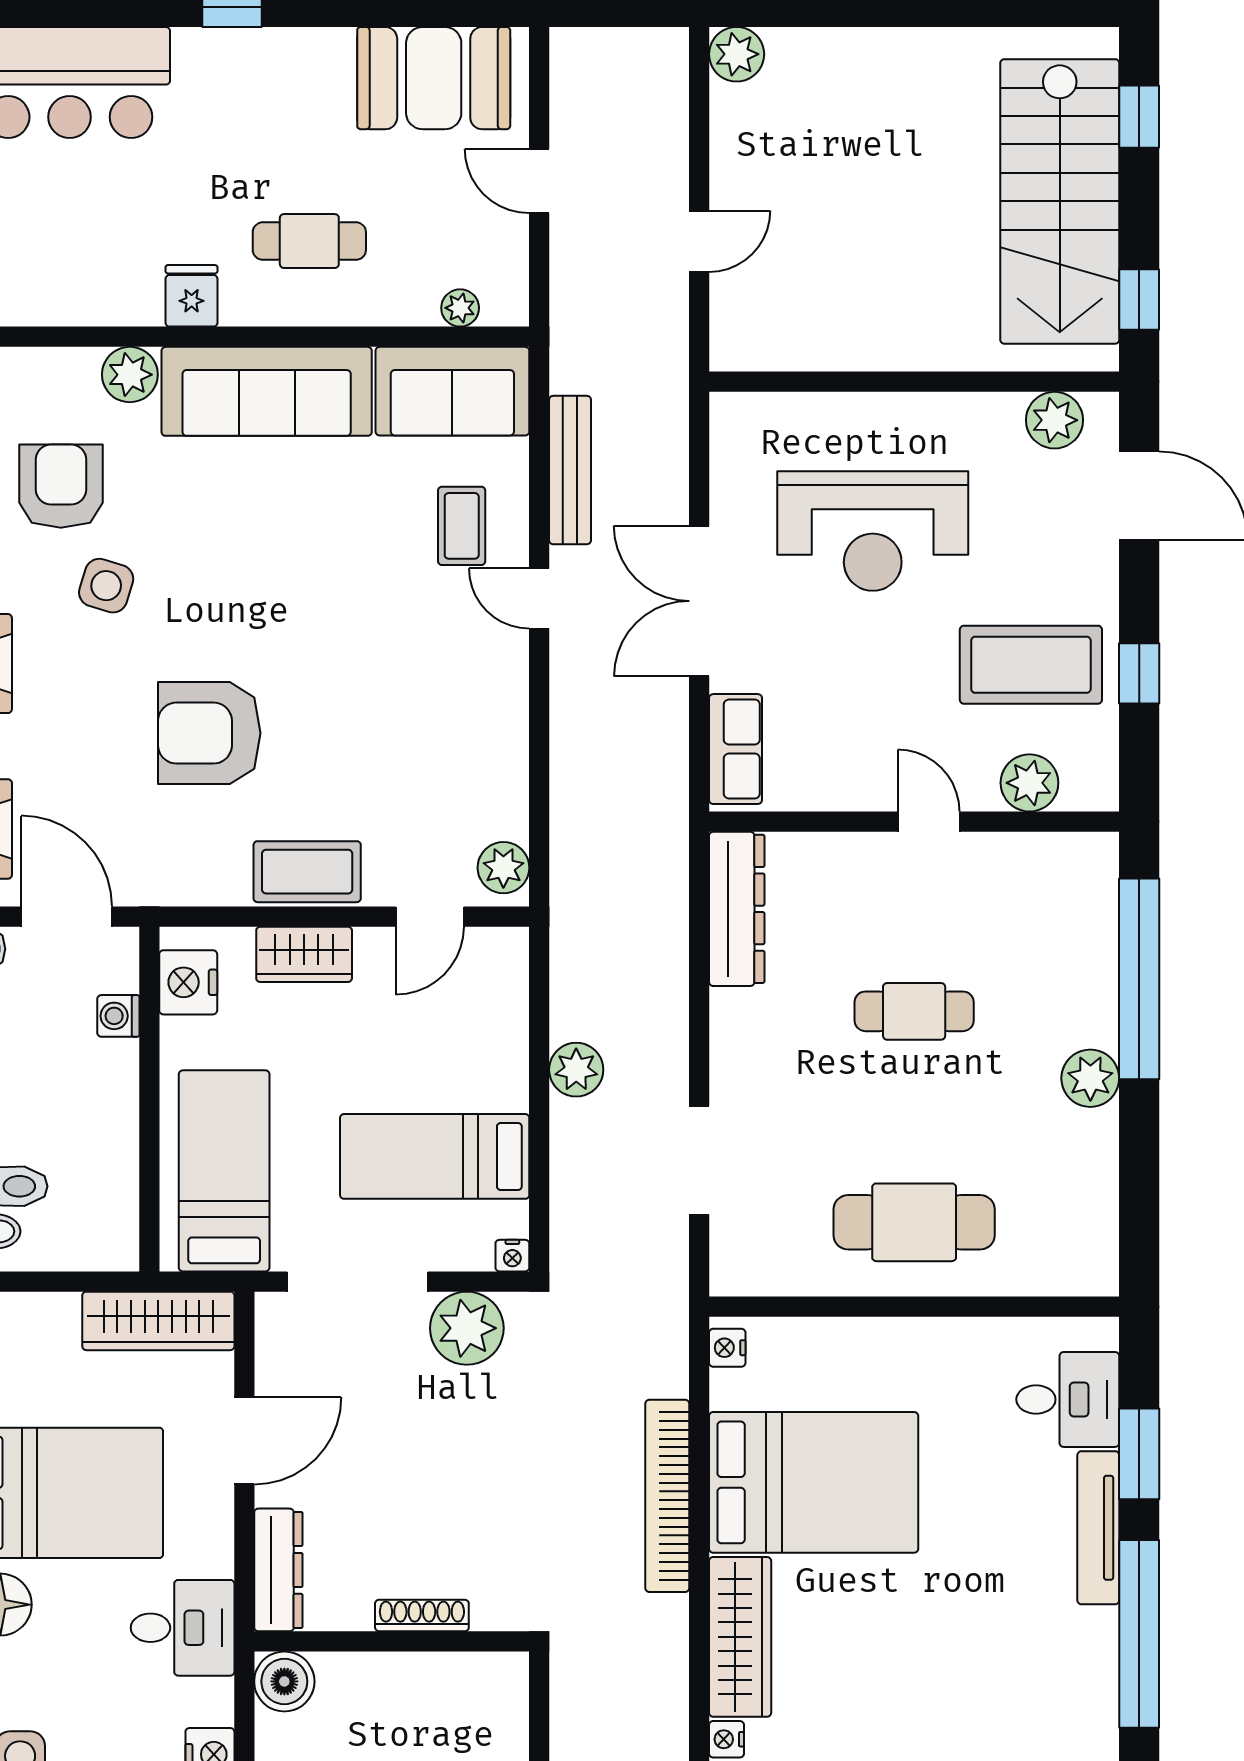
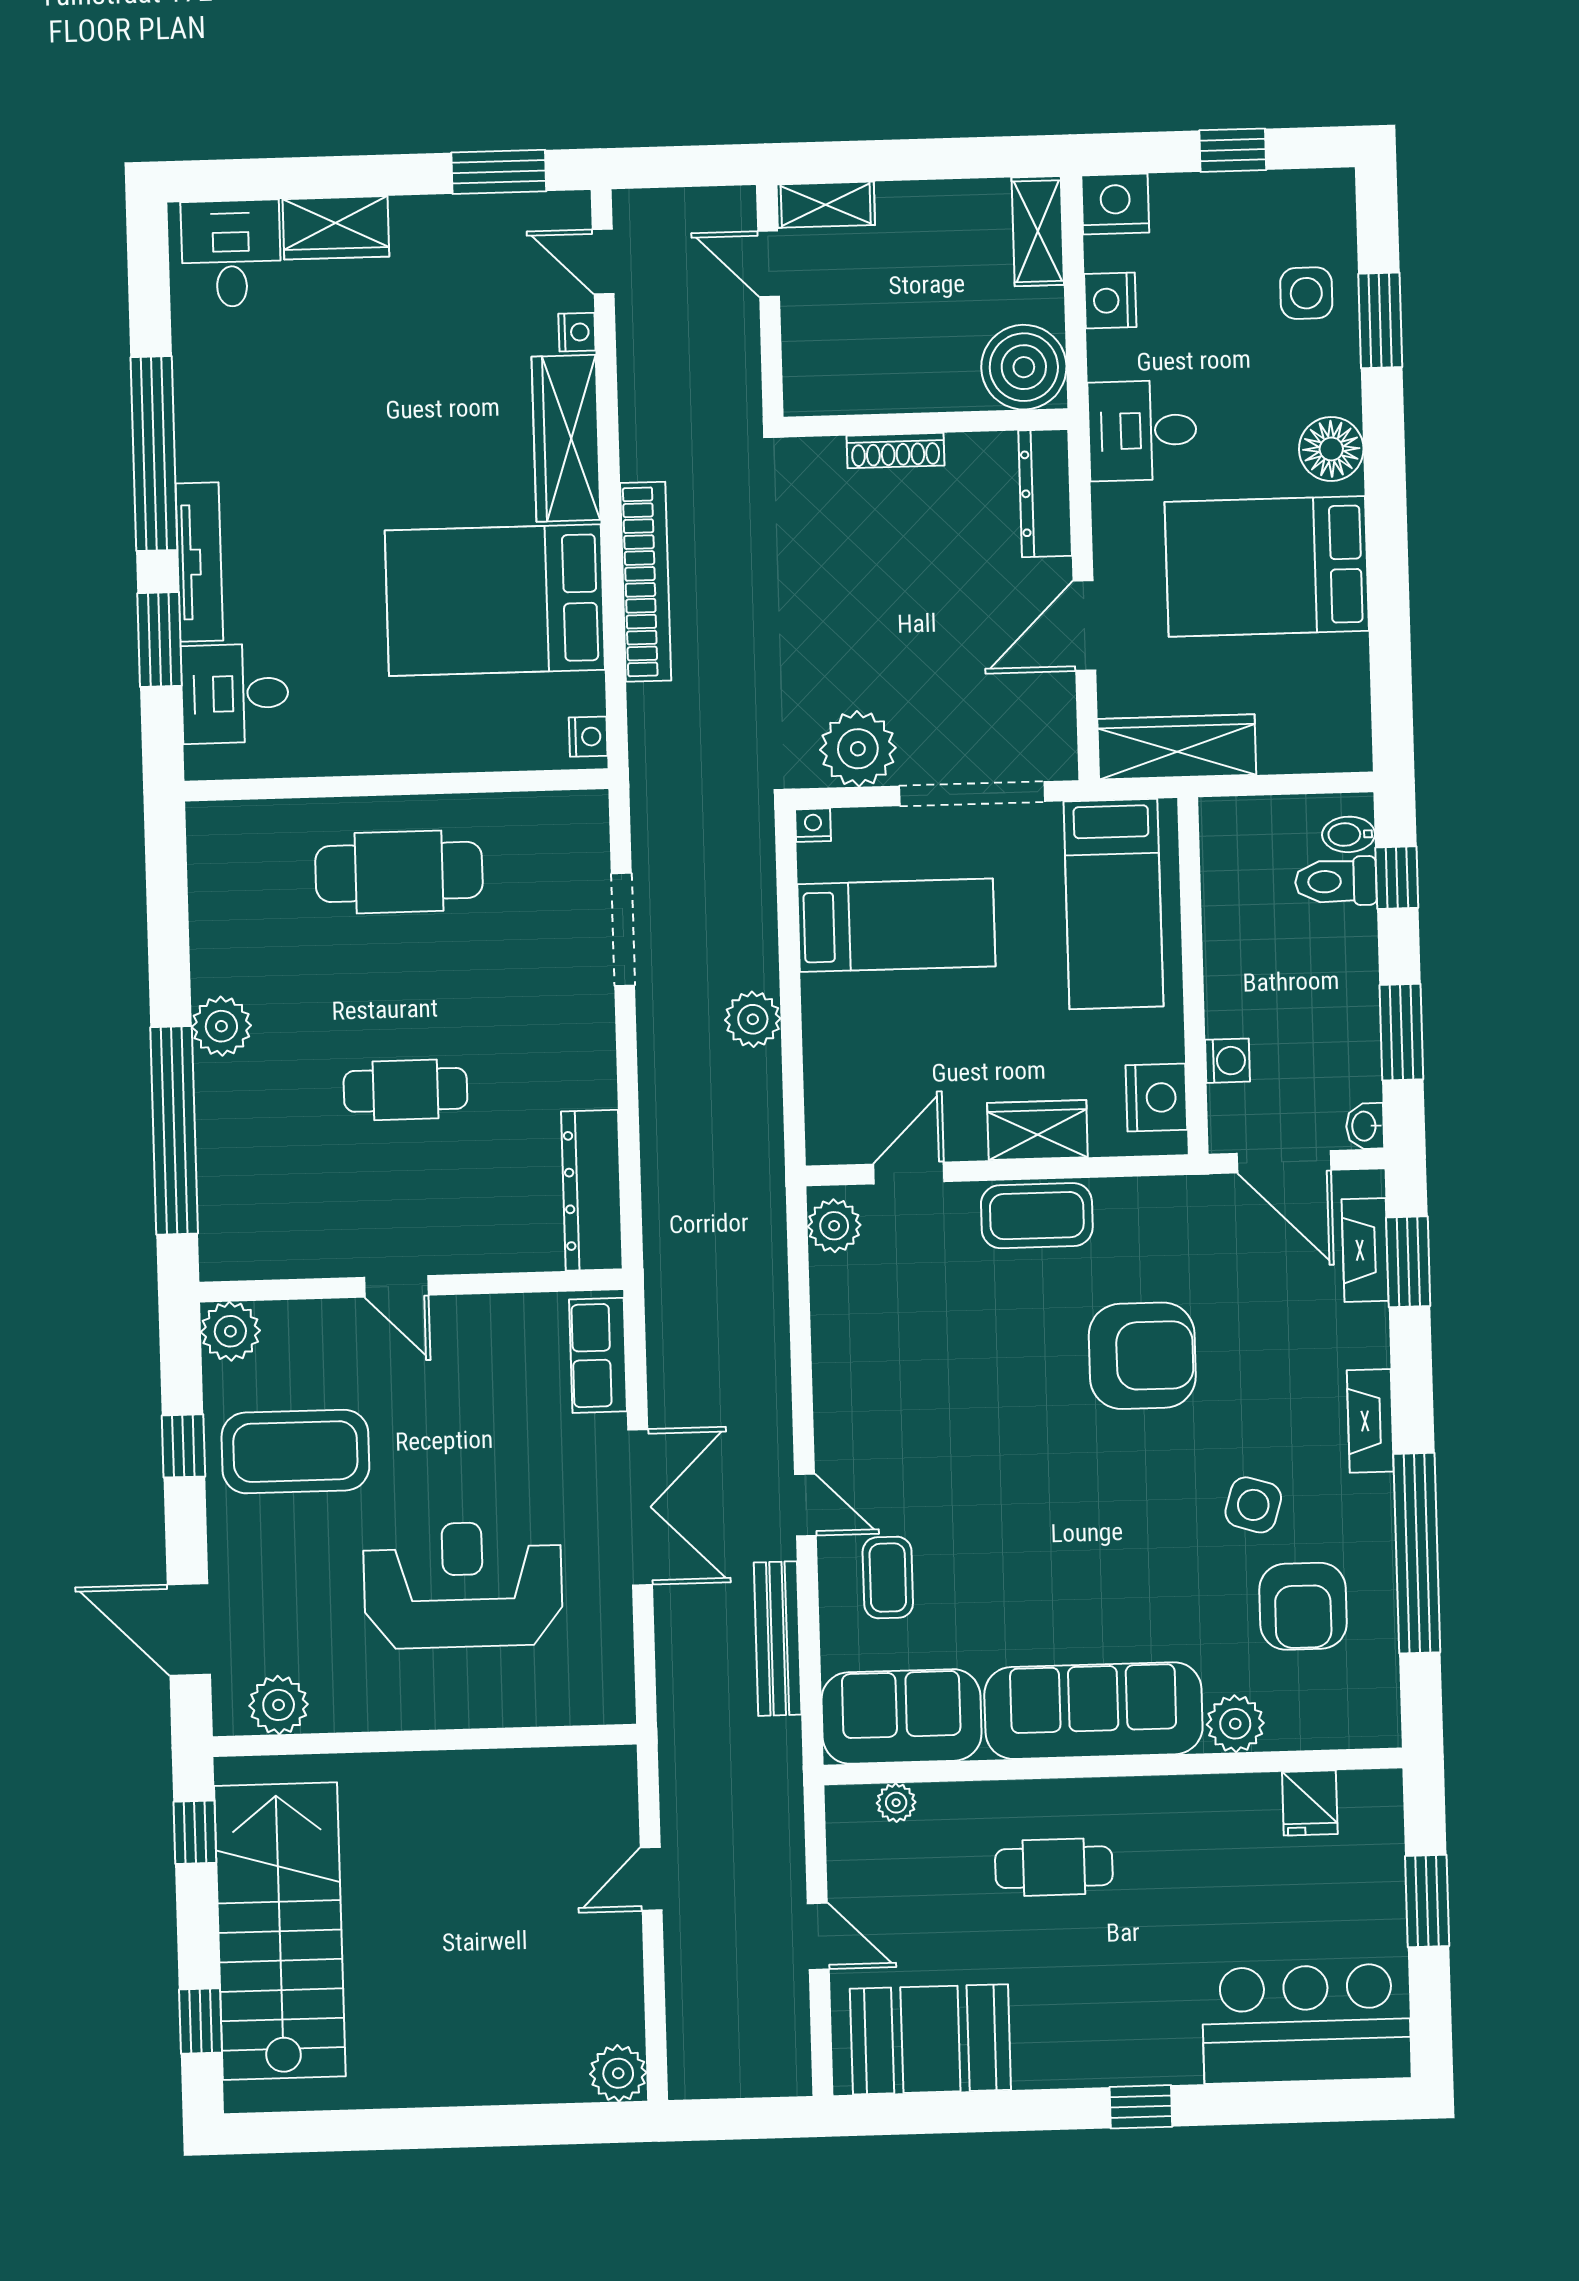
fridge: (192, 296) -> (1310, 1803), moved
plant: (1029, 783) -> (230, 1331), moved
boiler: (284, 1681) -> (1024, 367), width x1.37, depth x1.37

